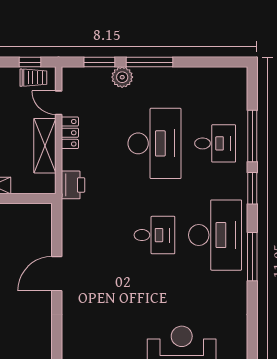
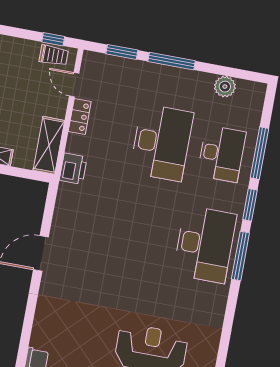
plant: (122, 77) -> (225, 87), moved
desk: (215, 143) -> (221, 154), width x1.37
shelving: (45, 146) -> (49, 145), moved
desk: (154, 235) -> (145, 233), removed
window: (252, 257) -> (240, 256), moved

